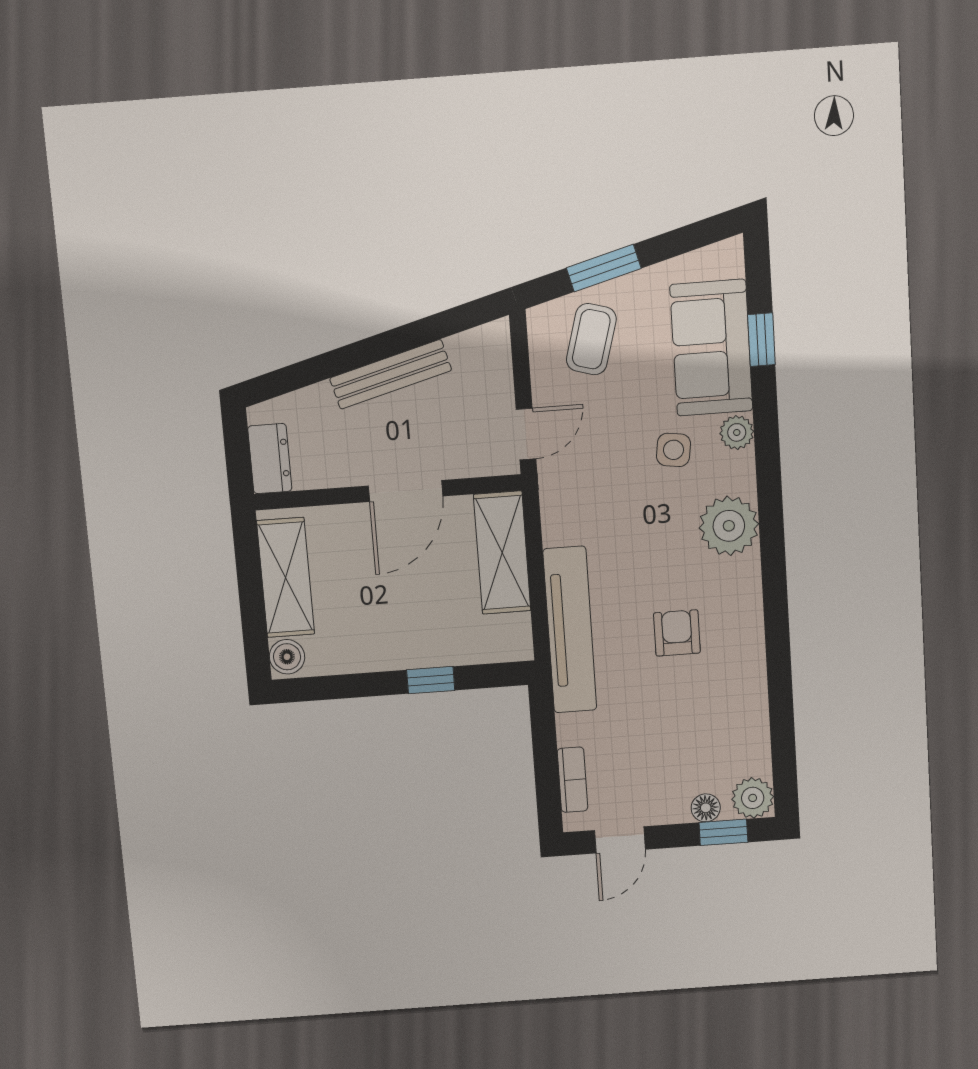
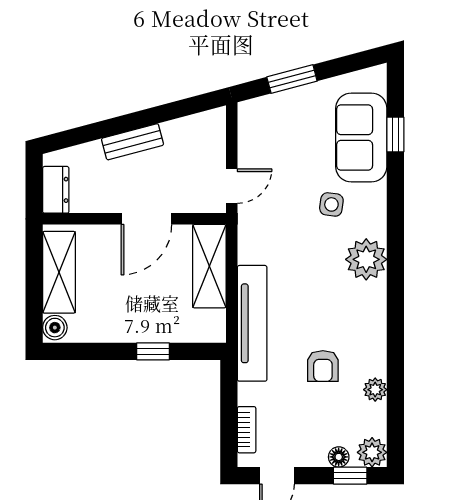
coffee table: (591, 339) -> (280, 126), removed
bench: (391, 374) -> (133, 142), width x0.73
plant: (737, 432) -> (375, 390), moved
armchair: (677, 633) -> (323, 366), moved, turned 180

